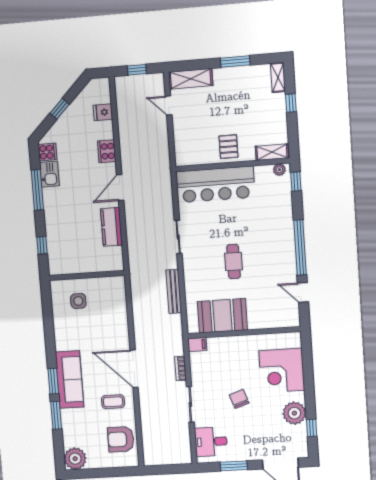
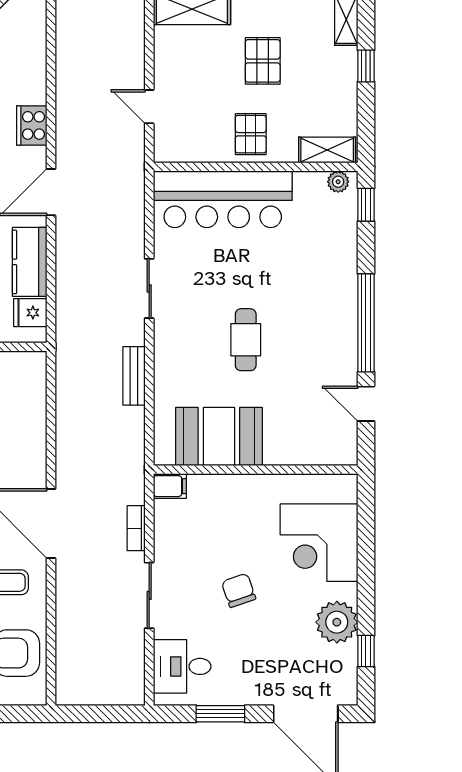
pallet: (232, 105) -> (263, 61), added
door: (169, 106) -> (149, 107), moved
fridge: (103, 112) -> (30, 313), moved
bench: (174, 291) -> (134, 376), width x0.73

